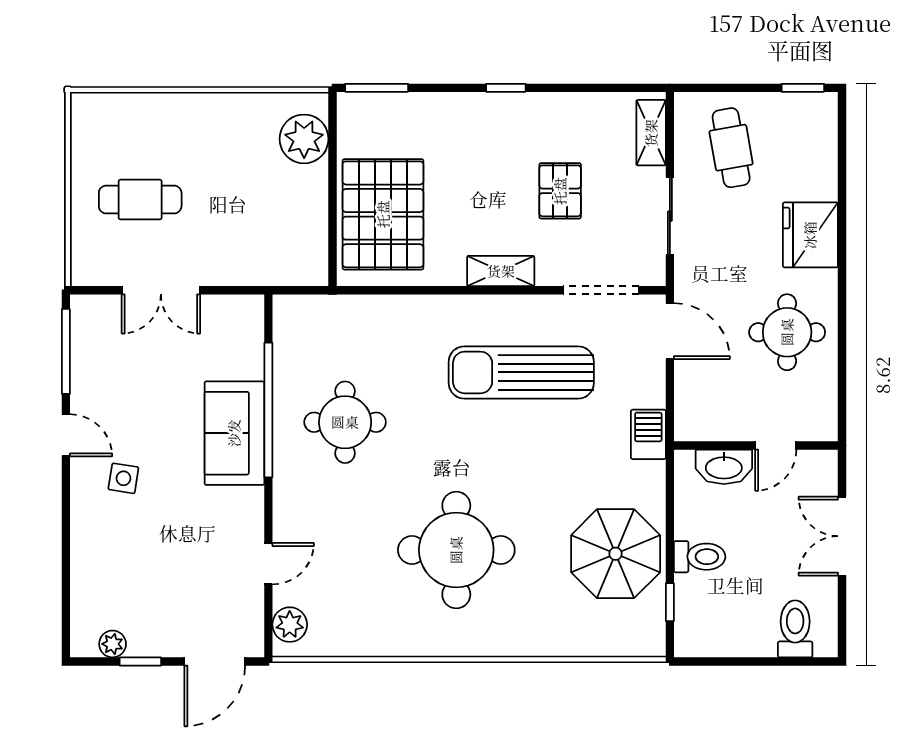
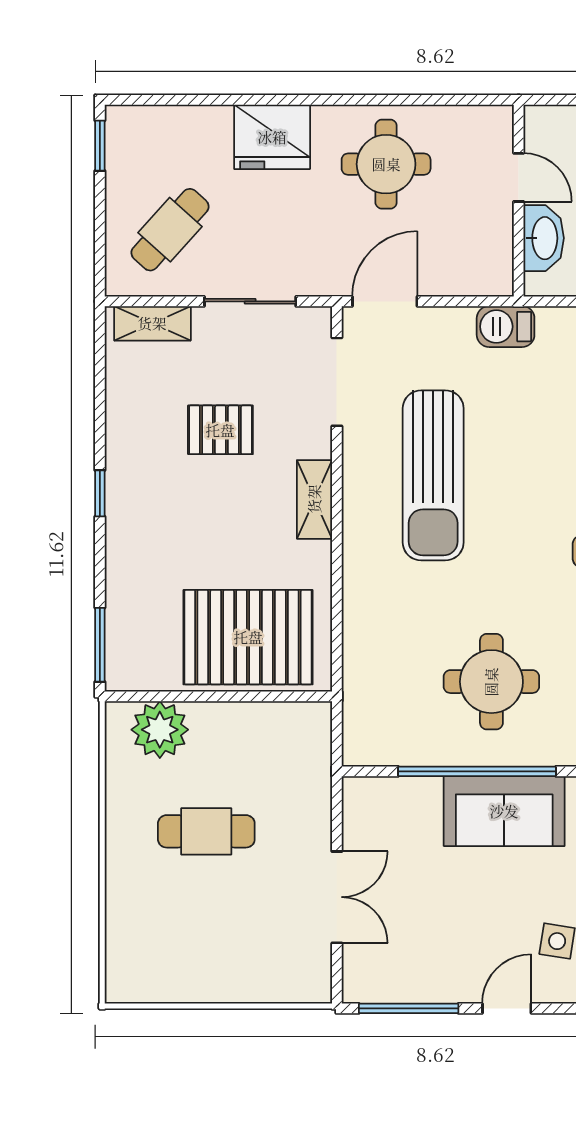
cafe table: (731, 148) -> (170, 230), turned -38
cafe table: (140, 200) -> (206, 831), moved, turned 90

